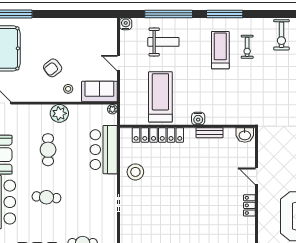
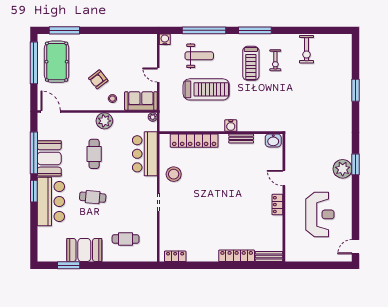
treadmill: (220, 50) -> (251, 63), turned 180
treadmill: (160, 97) -> (206, 89), moved, turned 90

